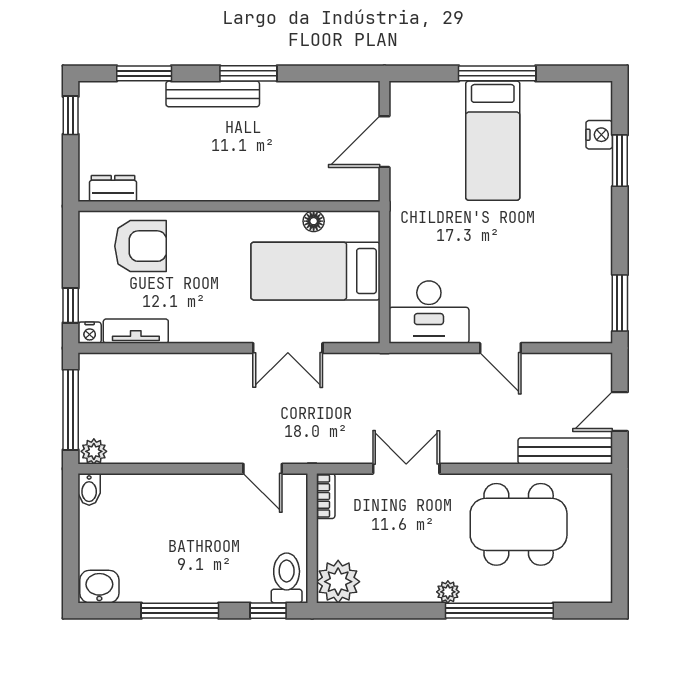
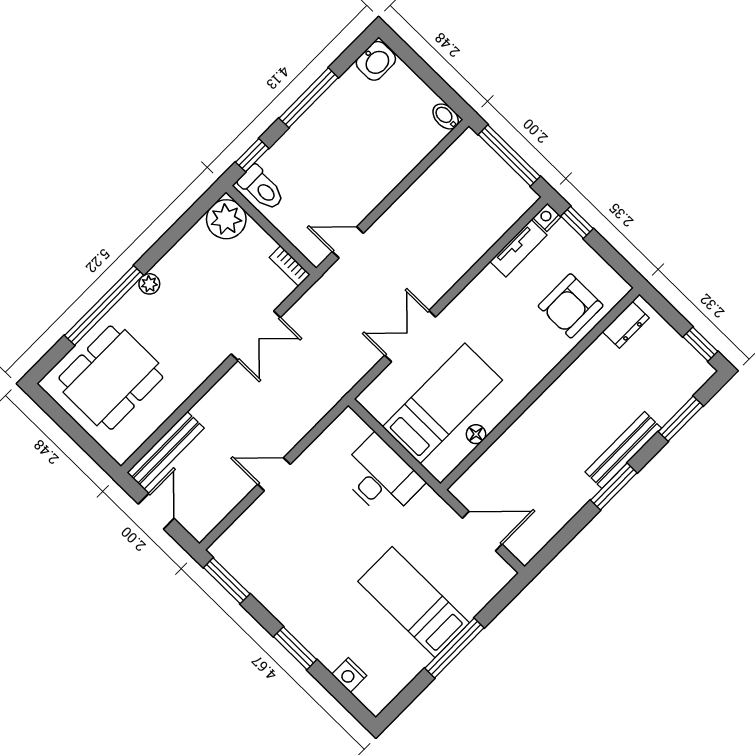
door: (385, 142) -> (482, 531), hinge flipped
window: (620, 161) -> (295, 648), moved
desk: (429, 312) -> (381, 477), moved, turned 90
plant: (94, 451) -> (467, 144), removed
dining table: (519, 524) -> (111, 378), moved

